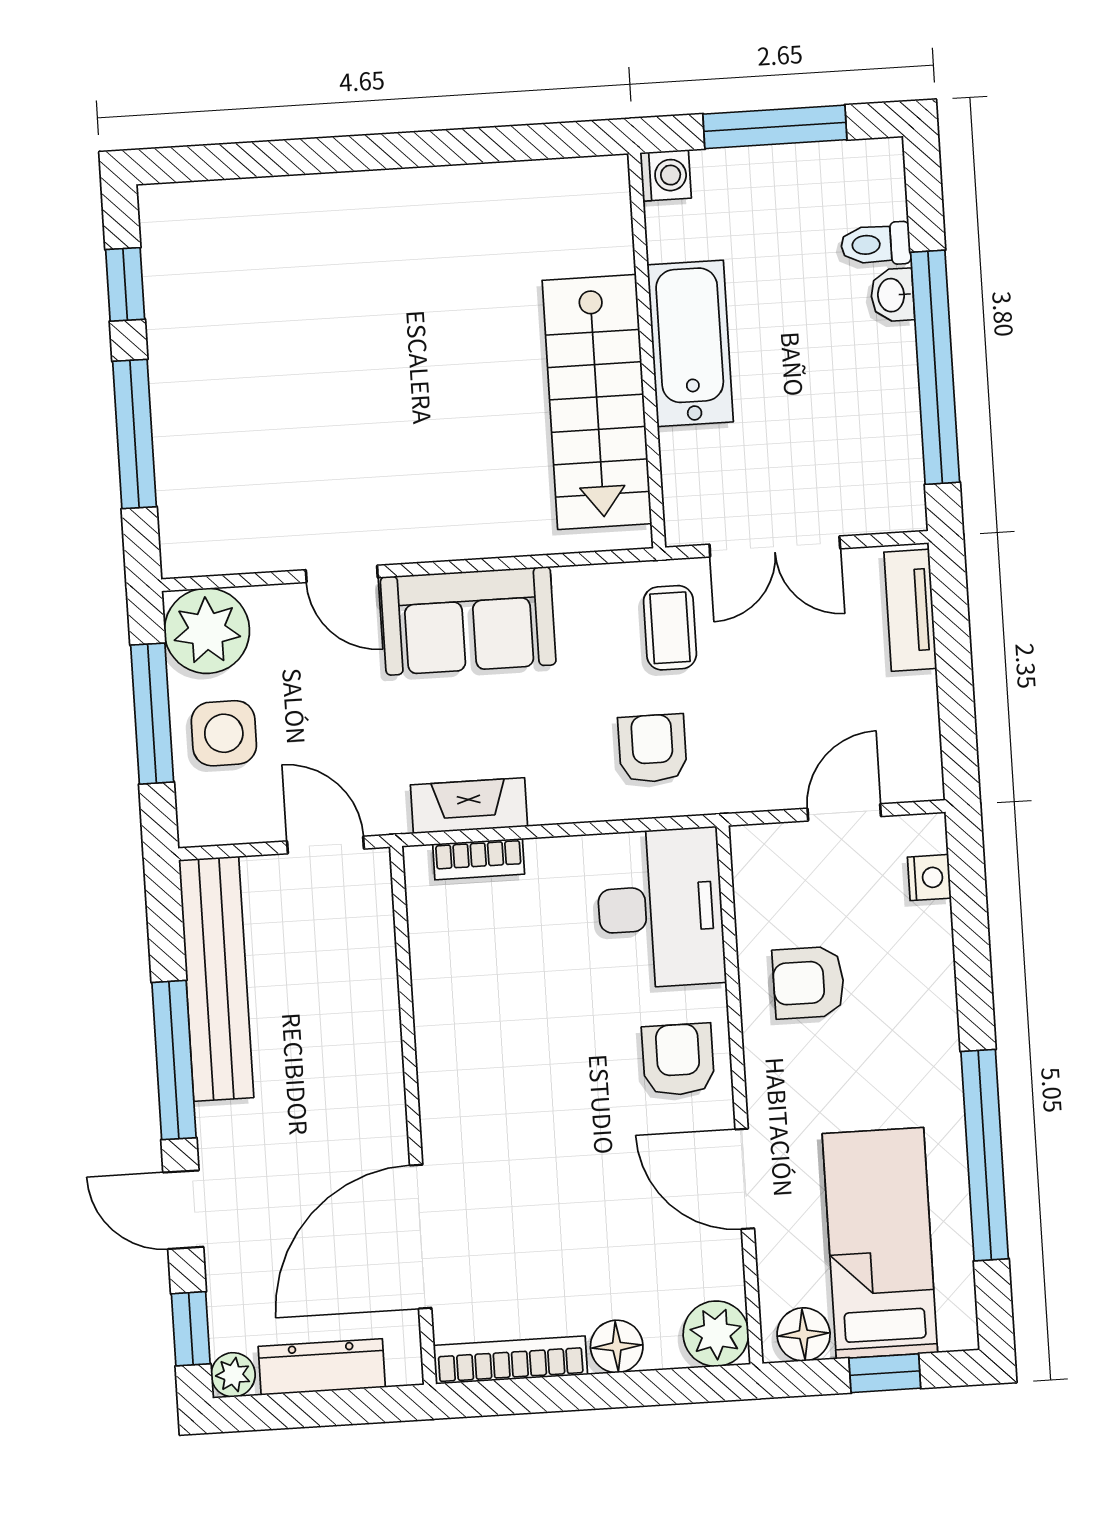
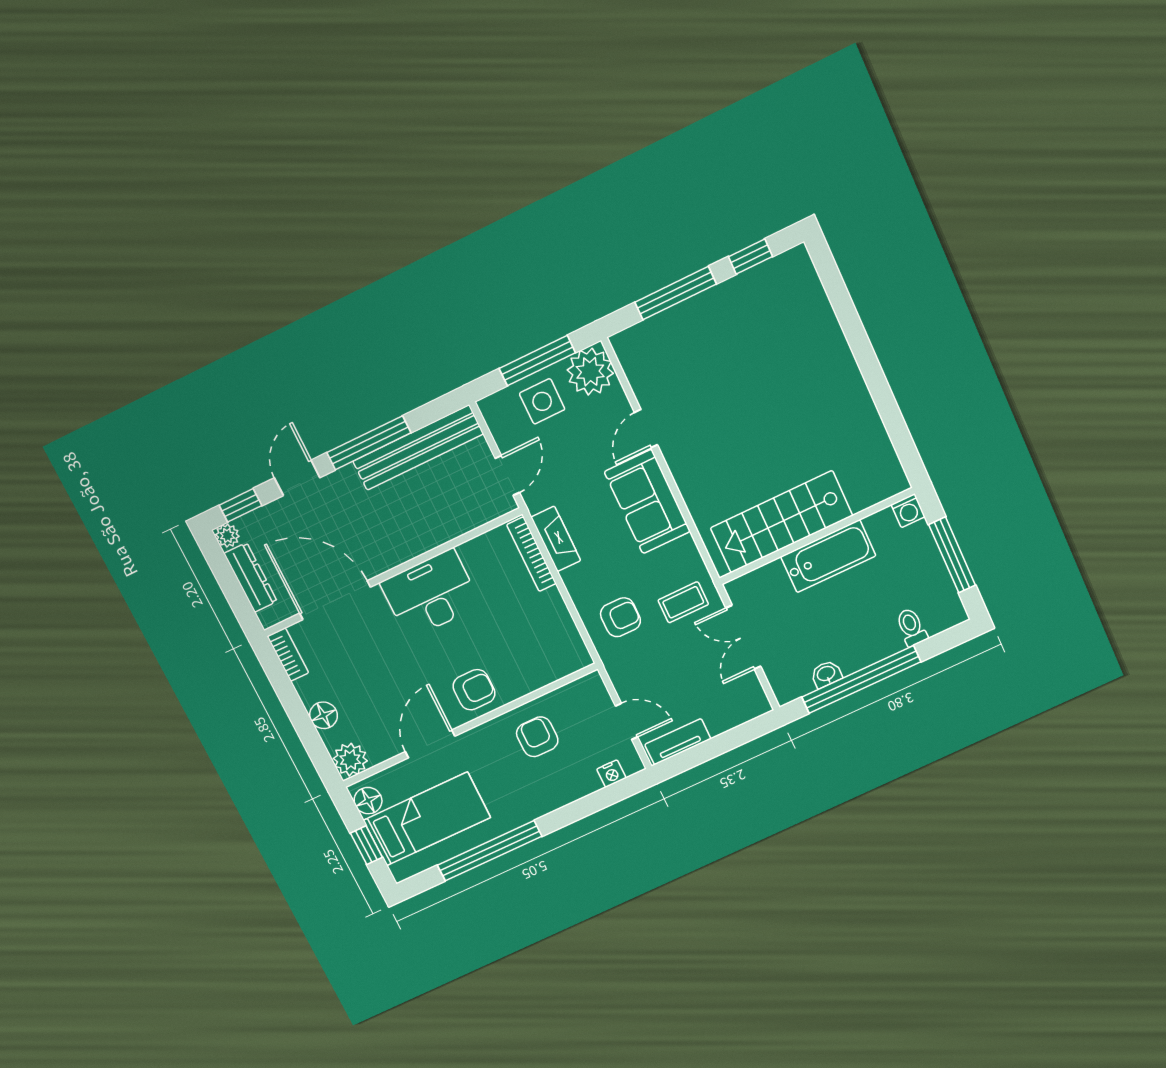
washbasin: (892, 295) -> (826, 674), moved
tv unit: (910, 610) -> (678, 742), moved
bookcase: (479, 859) -> (531, 554), width x1.56
desk: (660, 908) -> (431, 594), moved, turned 180
bookcase: (510, 1360) -> (288, 655), width x0.64

